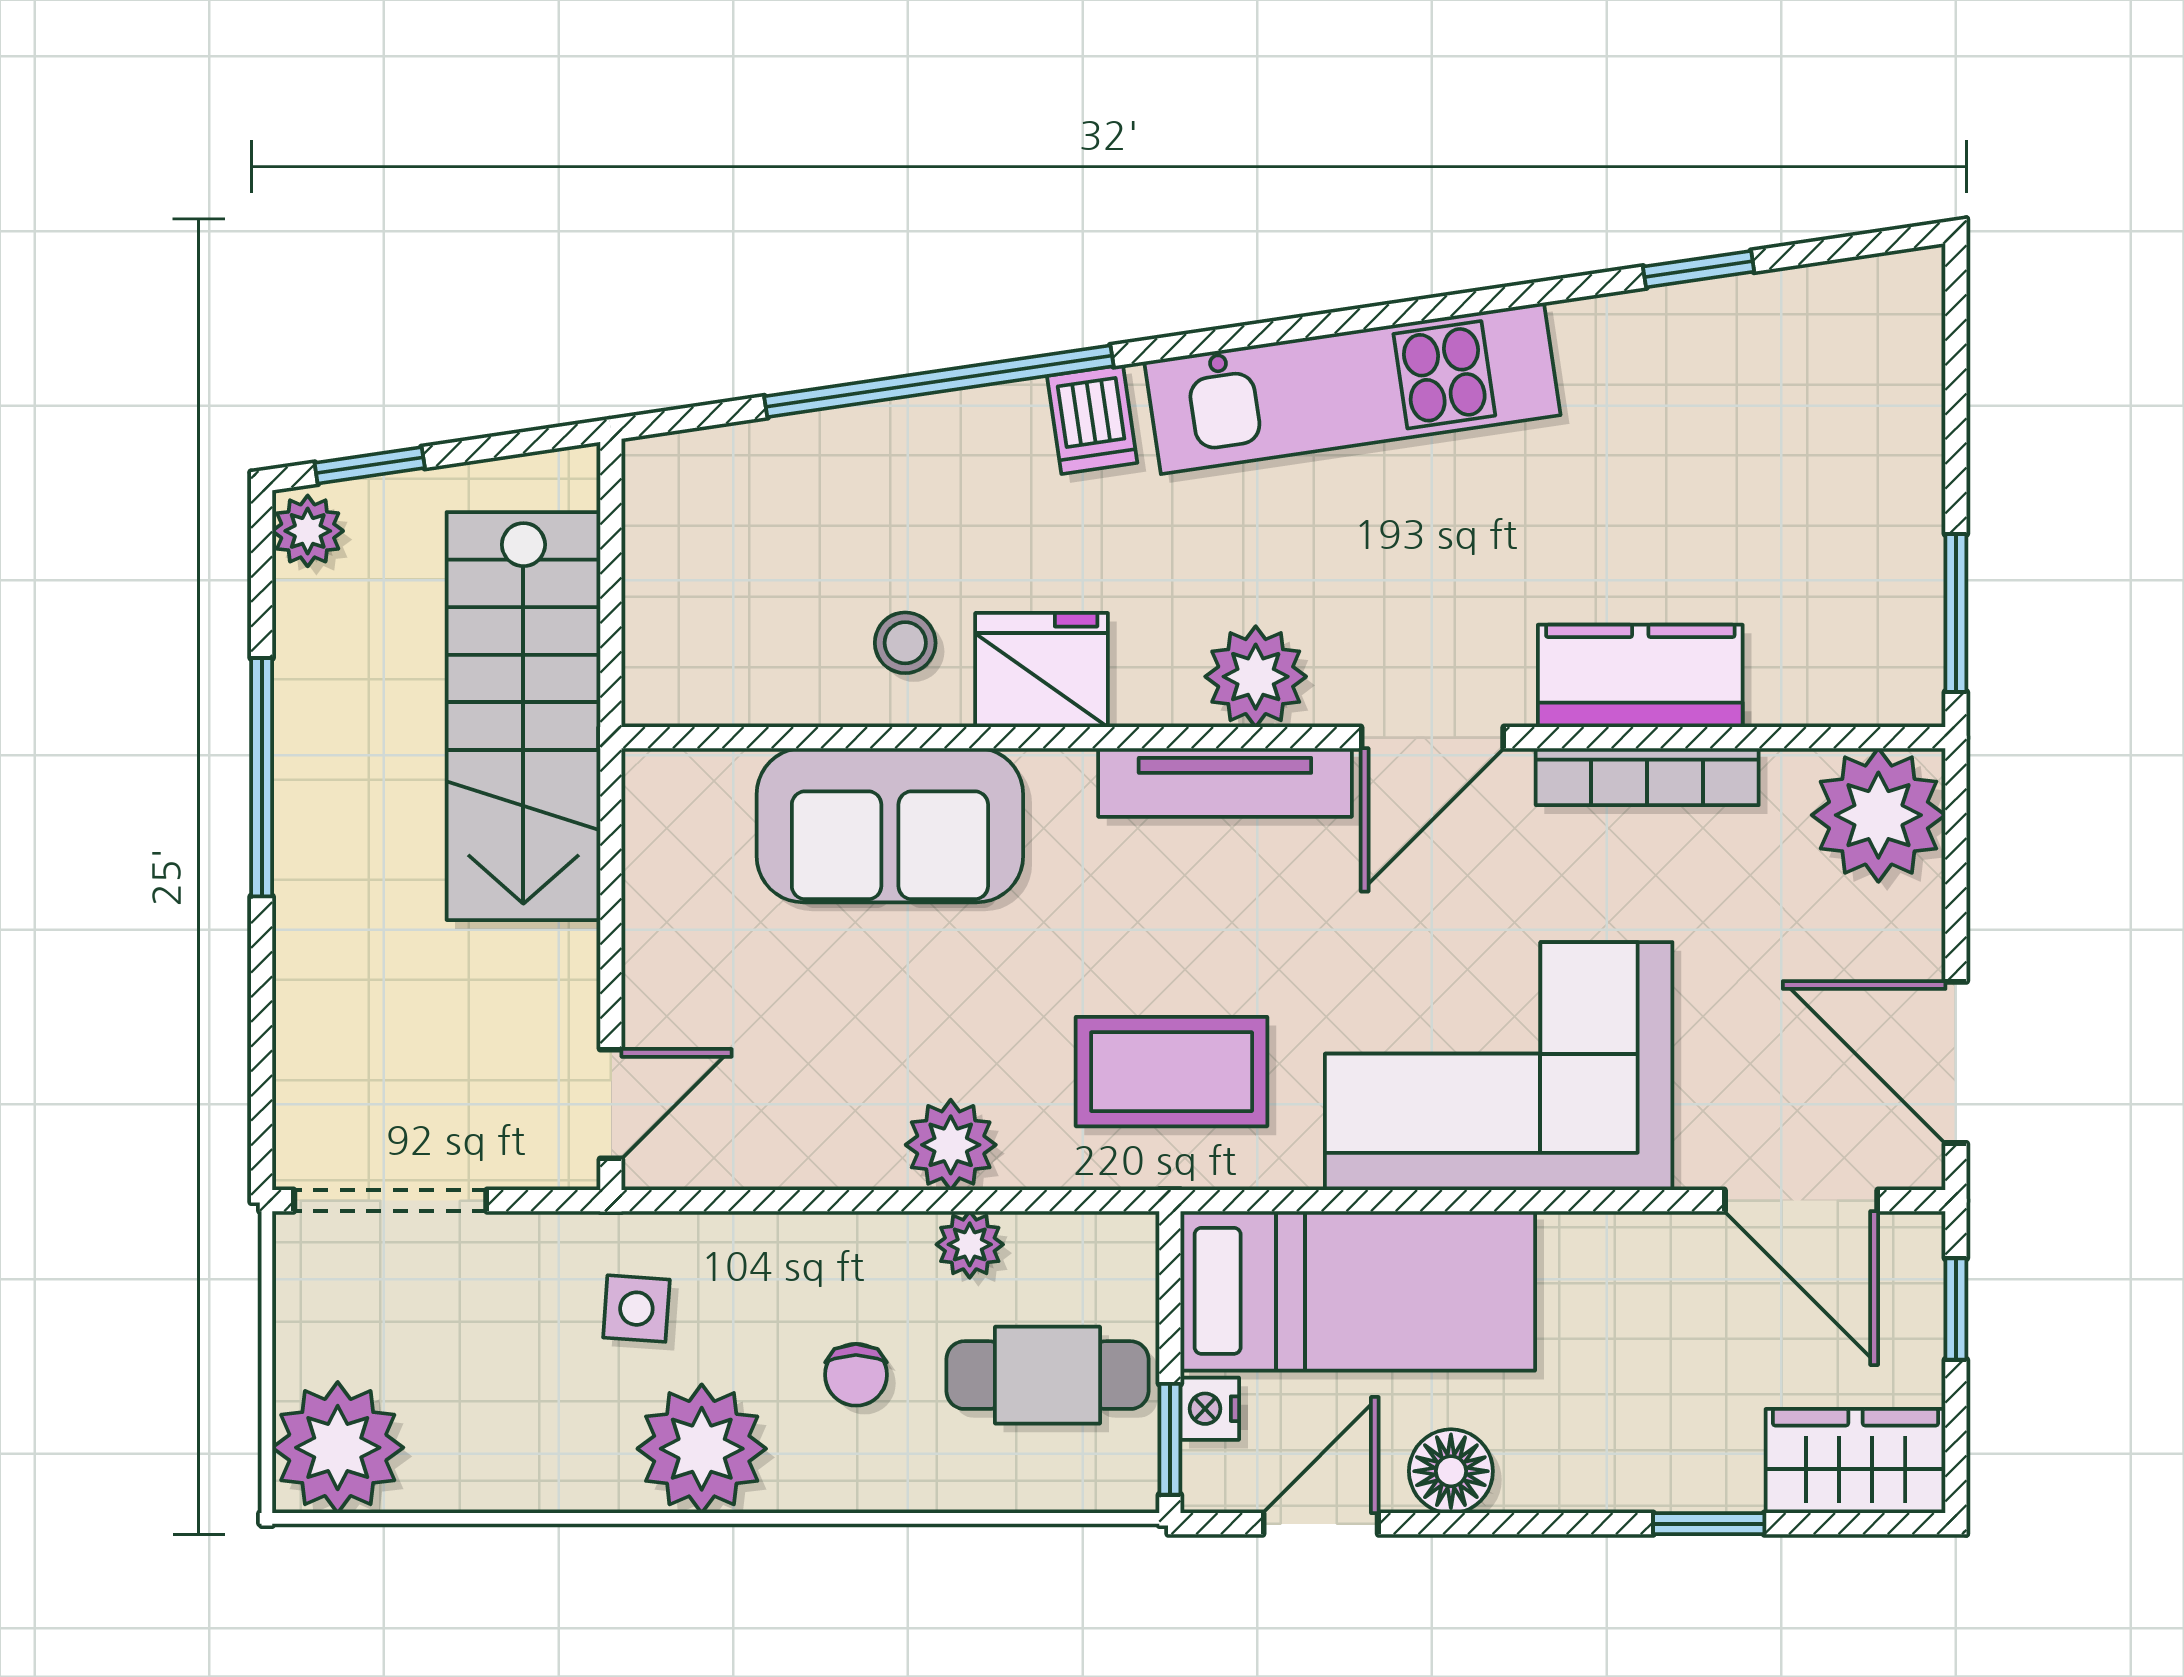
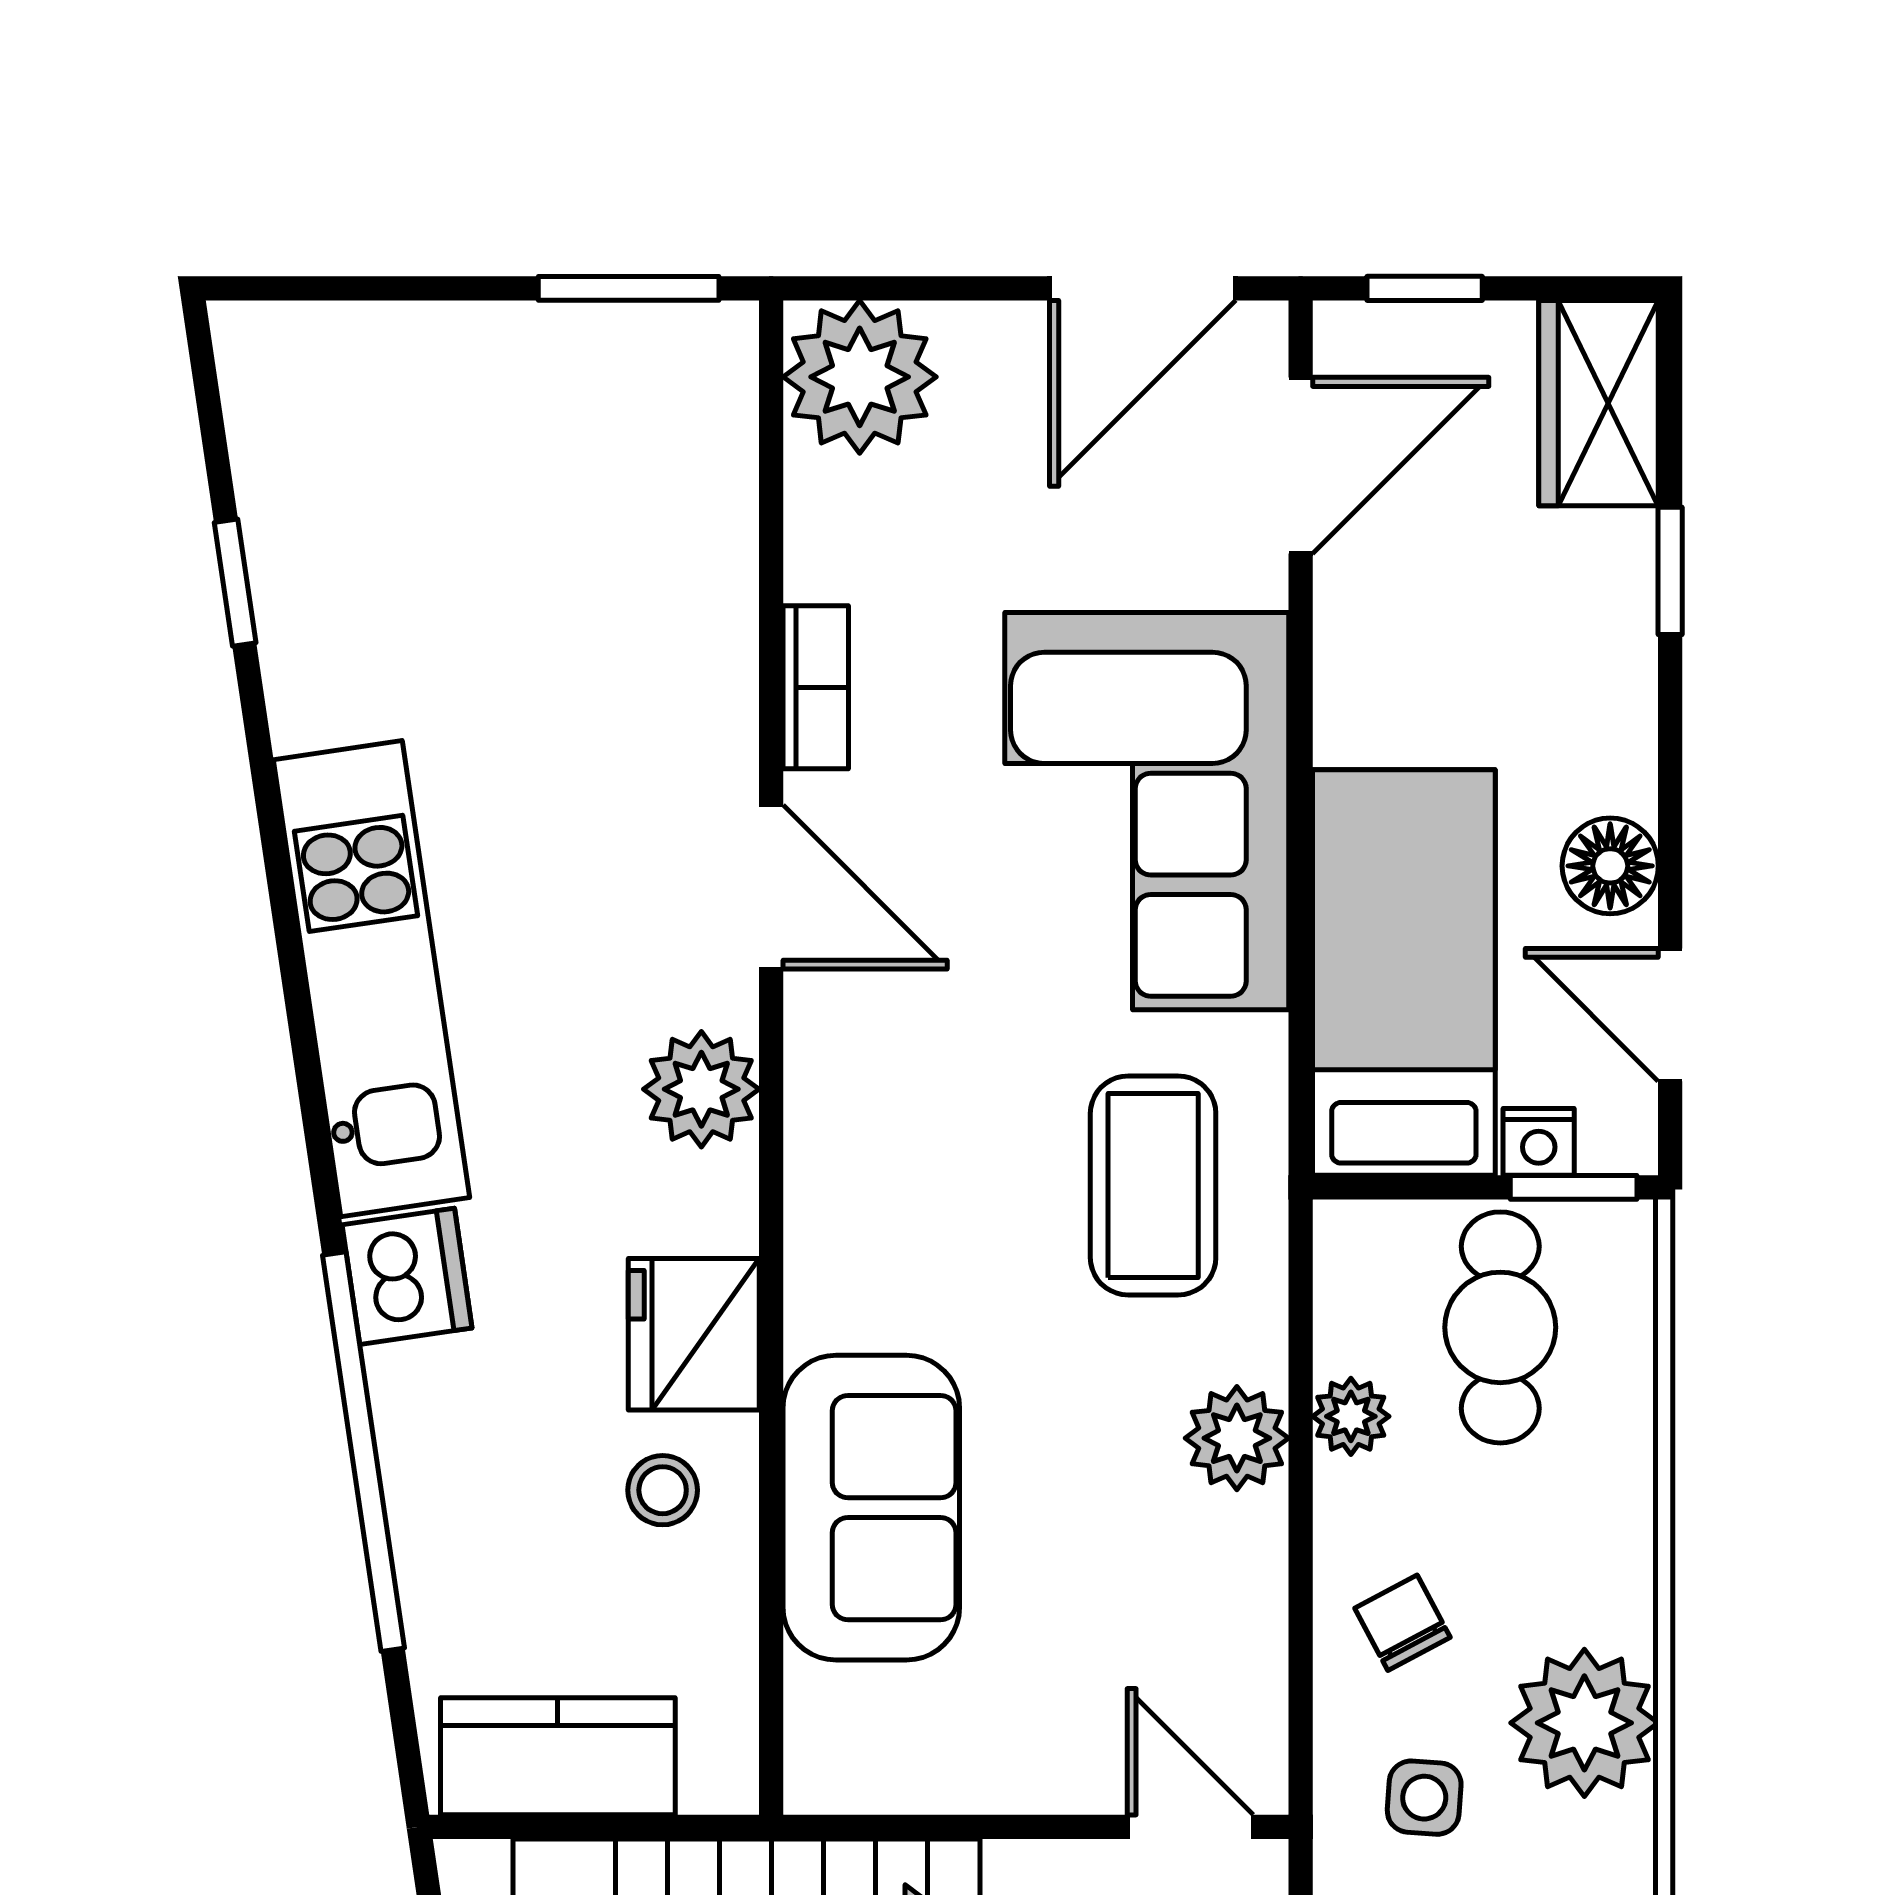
dishwasher: (1092, 419) -> (407, 1276), width x1.38
kitchen counter: (1640, 676) -> (558, 1756), moved, turned 90
bookcase: (1647, 777) -> (816, 687), width x0.64
tv unit: (1225, 783) -> (822, 1124), removed
chair: (856, 1375) -> (1402, 1623), moved, turned -118

